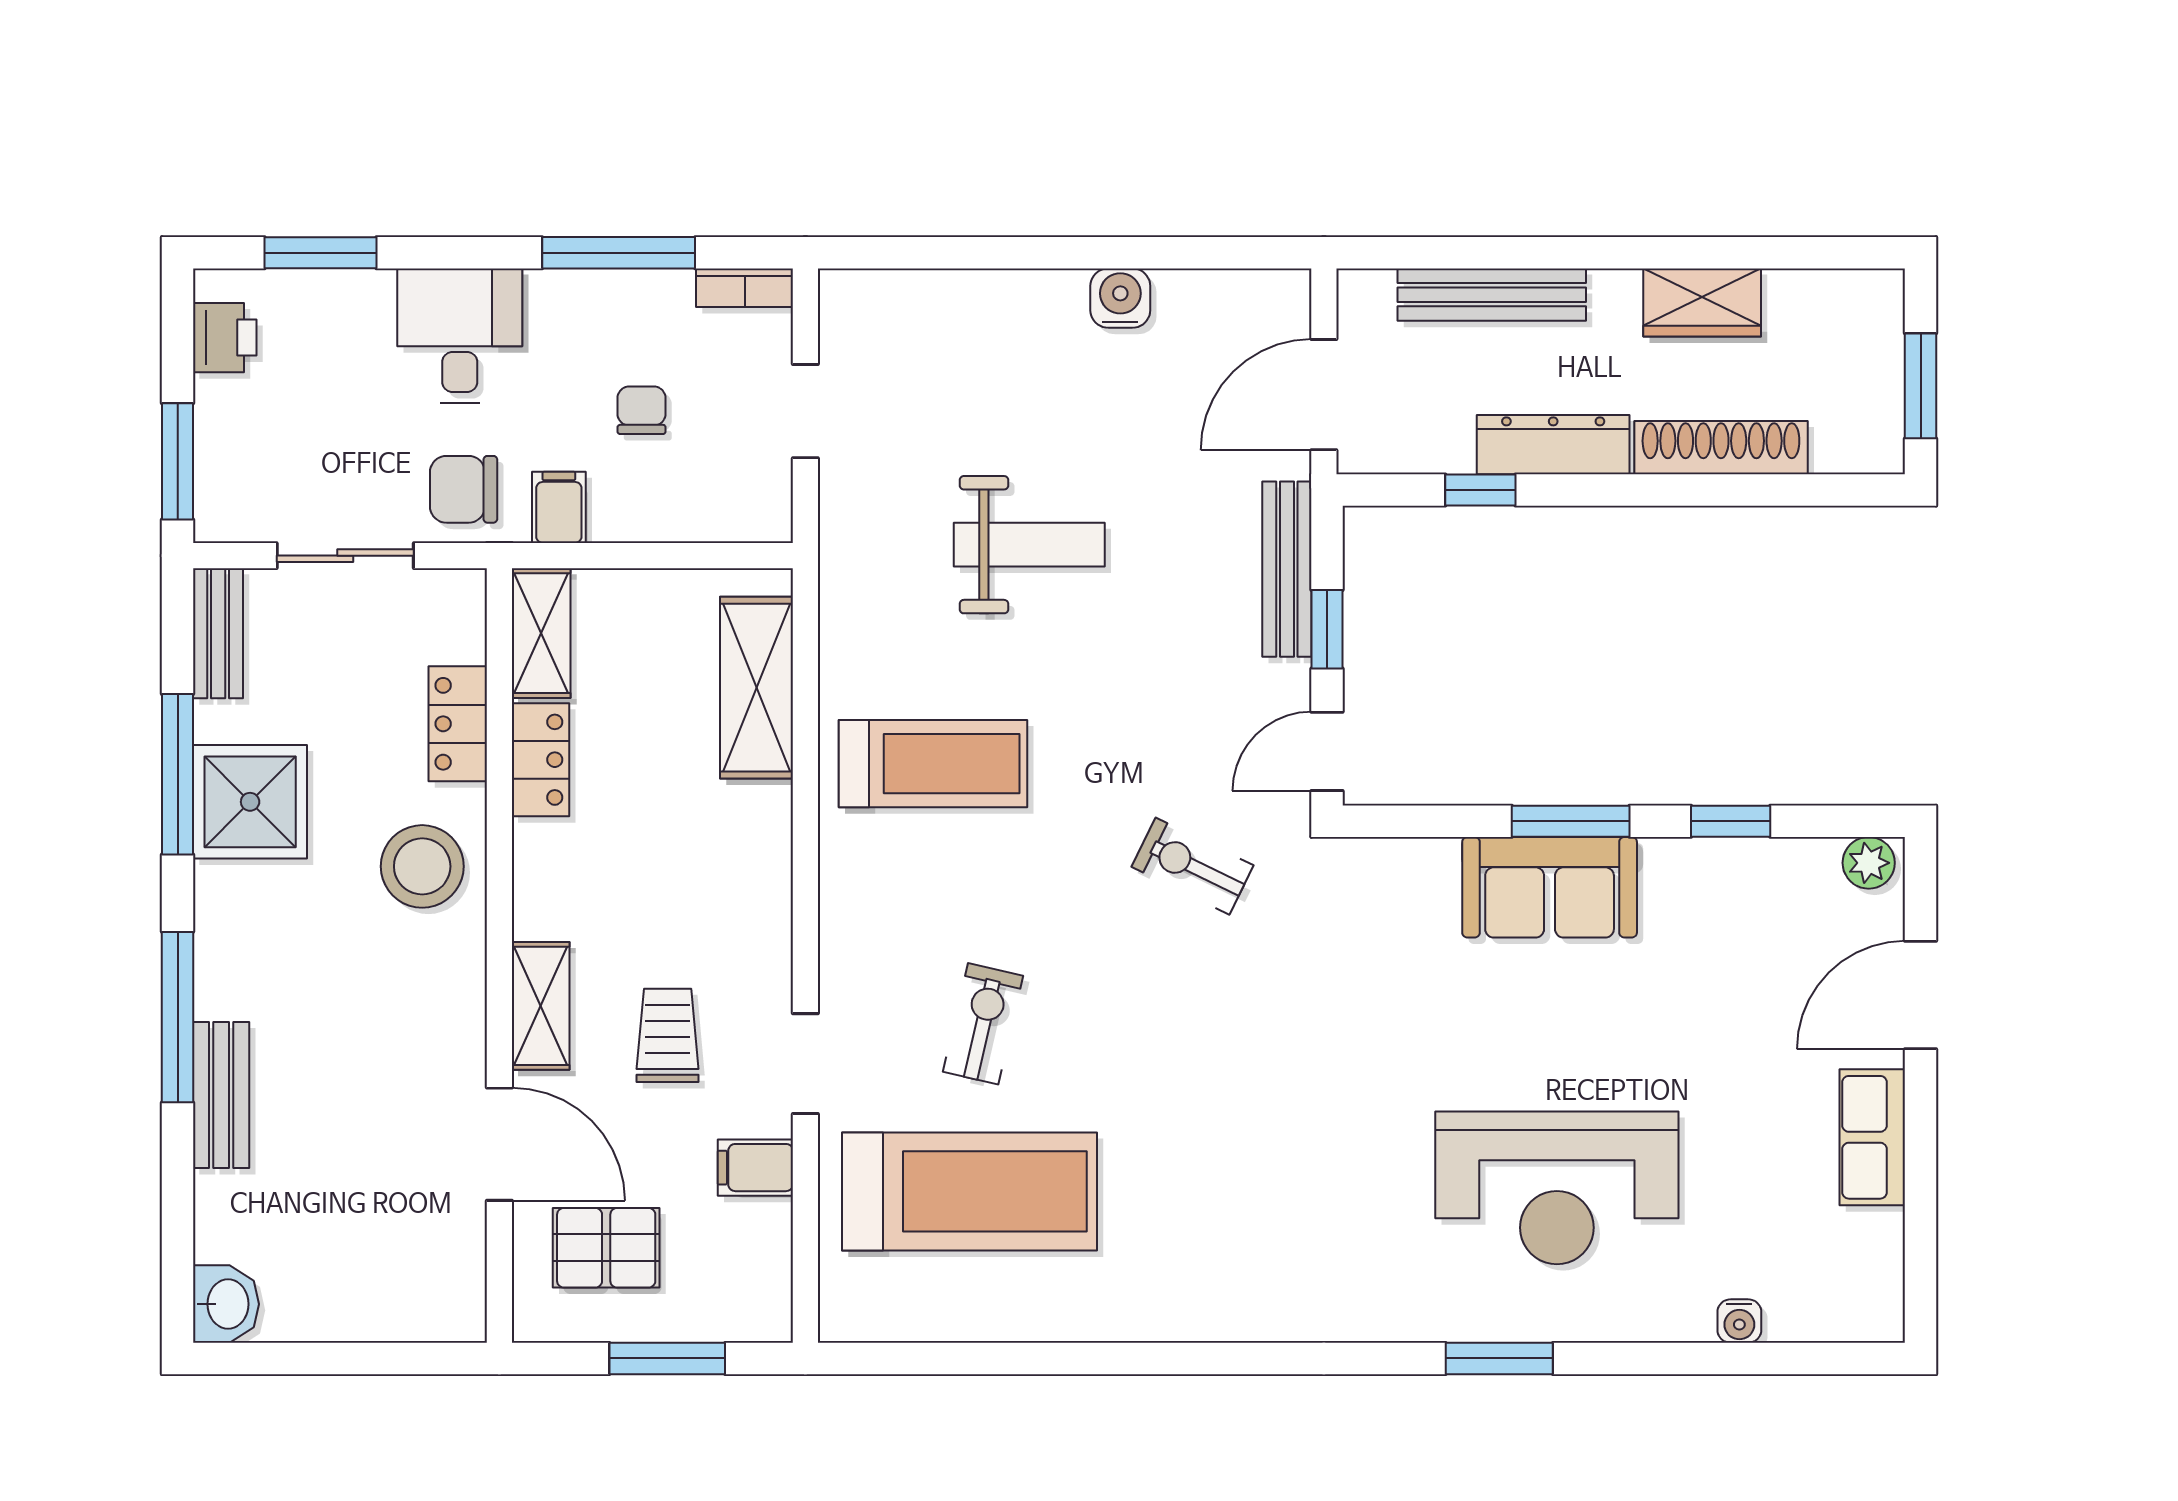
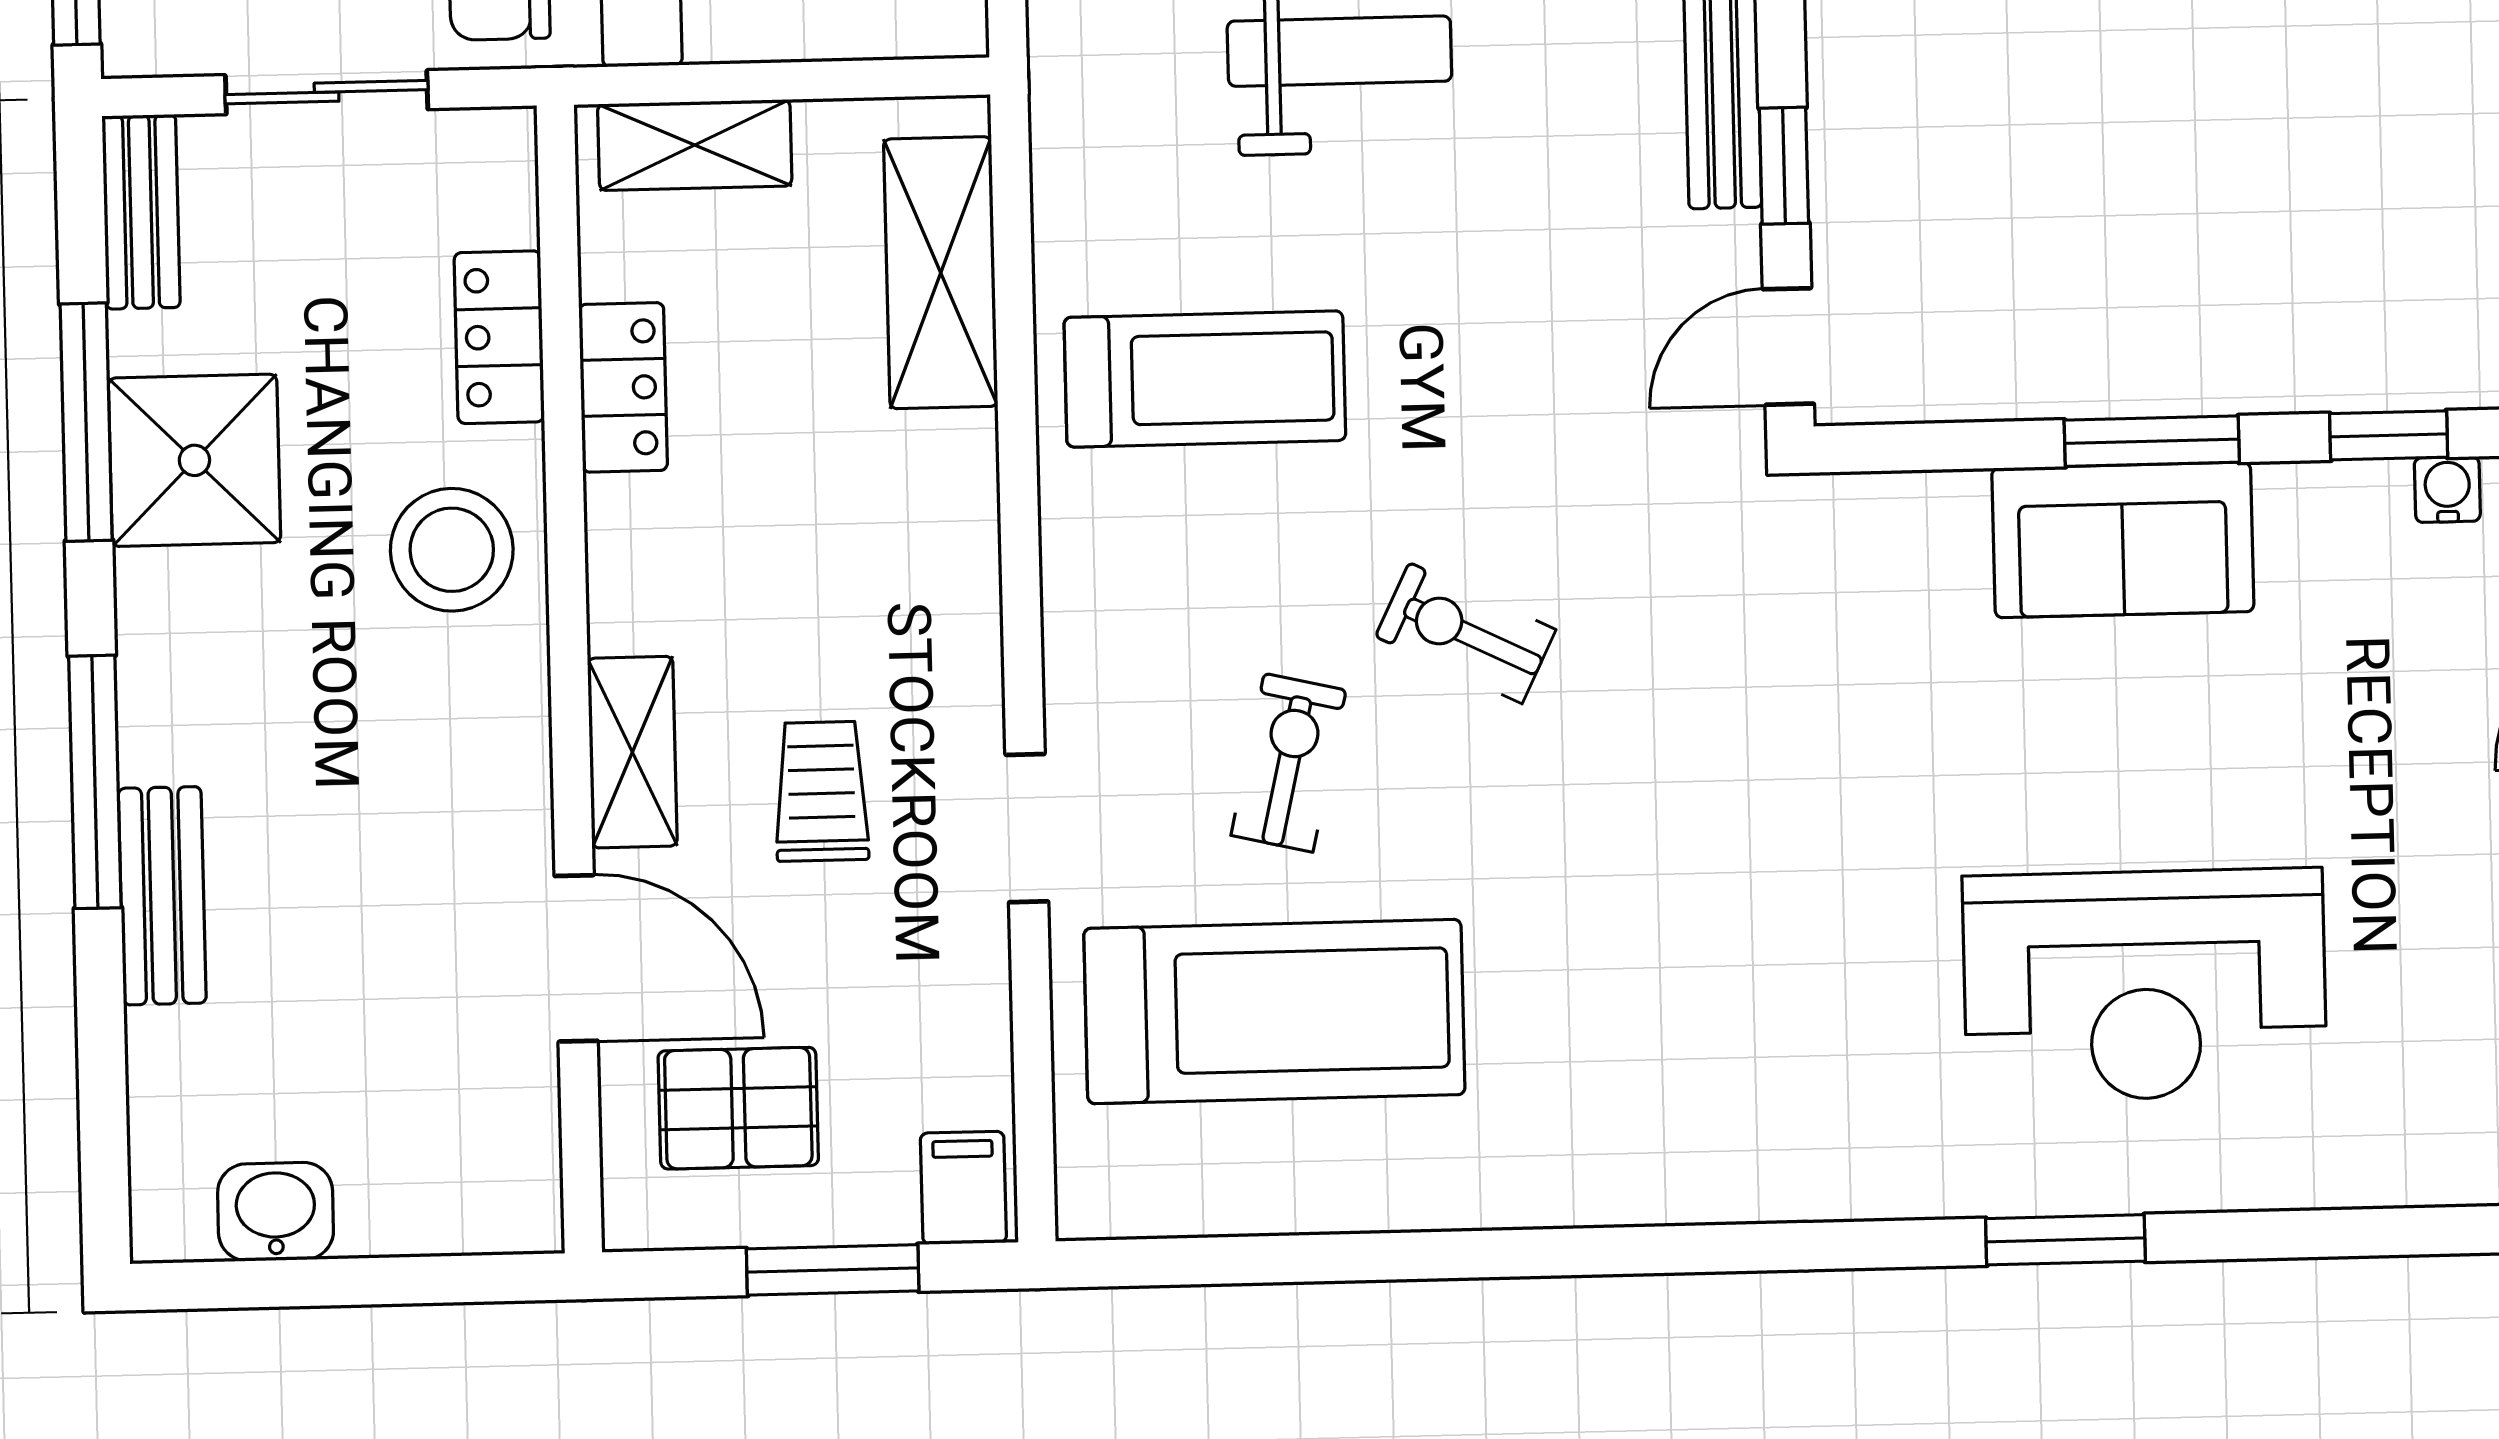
shelving: (541, 633) -> (695, 145), moved, turned 90
exercise bike: (1193, 866) -> (1466, 633), moved
filing cabinet: (755, 1168) -> (963, 1188), moved, turned 90
washbasin: (226, 1304) -> (276, 1212), moved, turned -90
water cooler: (1739, 1321) -> (2447, 489), moved, turned 180

